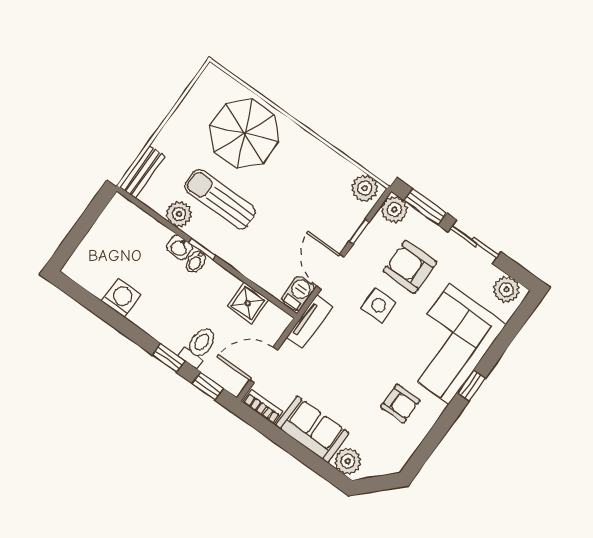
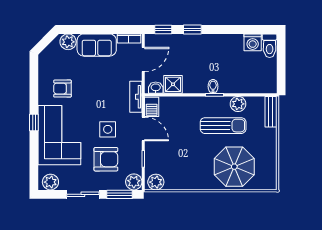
washbasin: (180, 247) -> (156, 88), moved
washing machine: (121, 298) -> (253, 42), moved
toilet: (199, 347) -> (270, 46), moved

